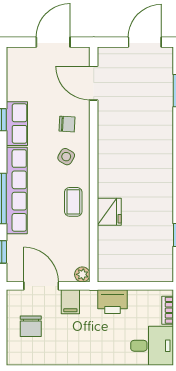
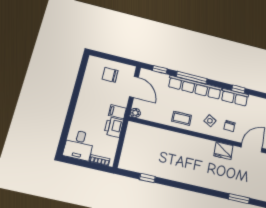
fridge: (109, 212) -> (223, 151), moved
door: (41, 286) -> (134, 87), hinge flipped
filing cabinet: (70, 302) -> (117, 112), moved

